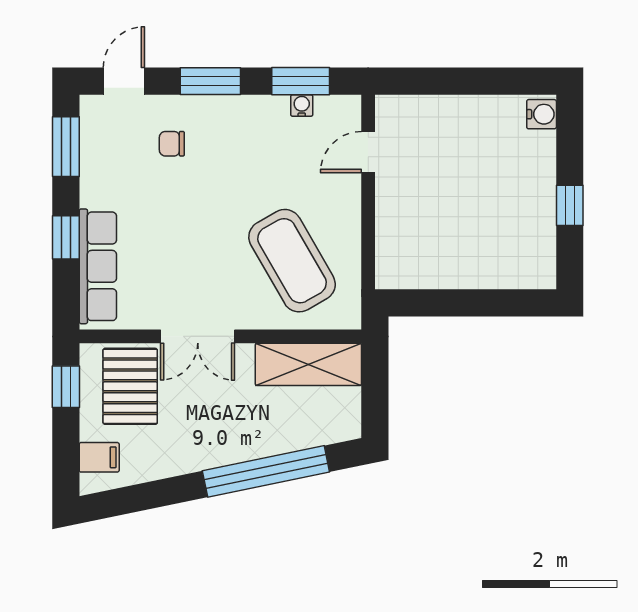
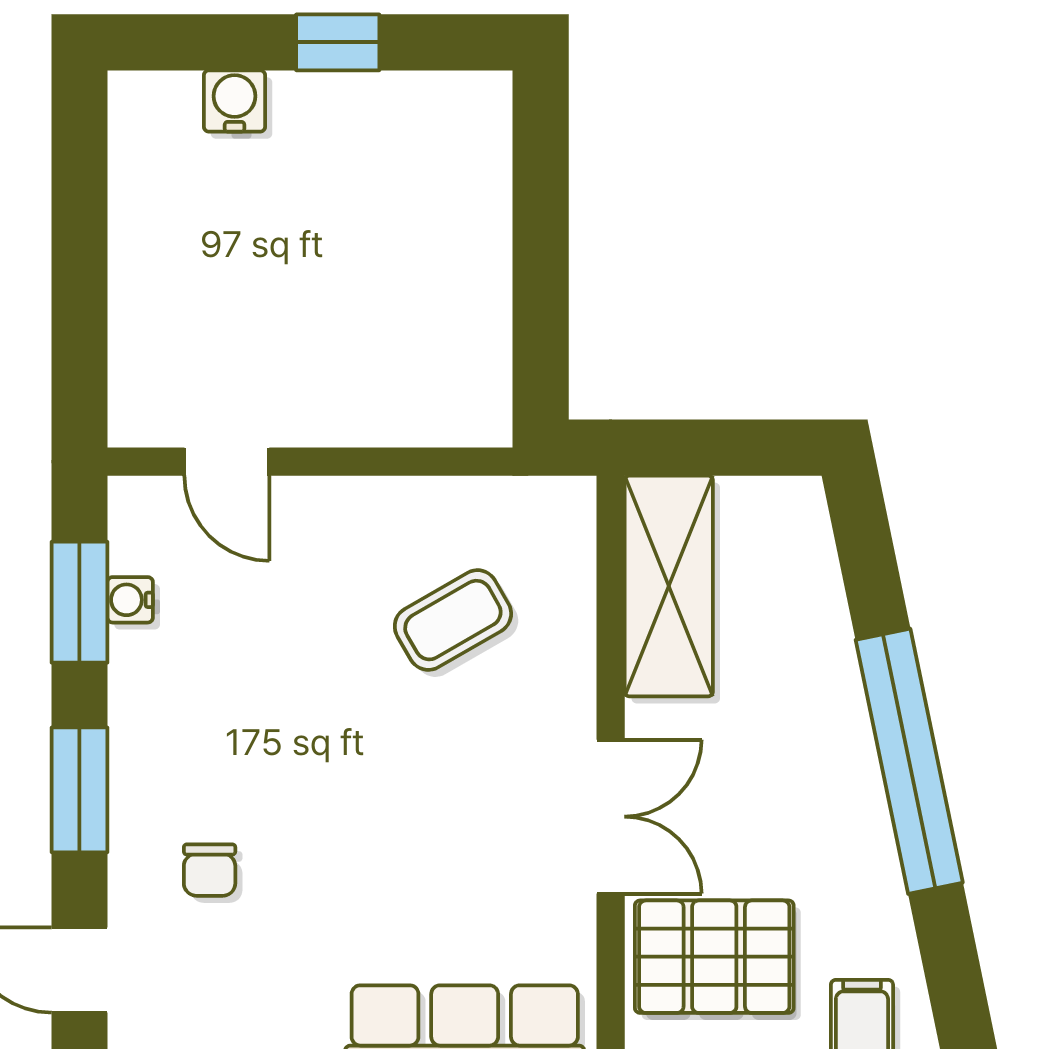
water cooler: (542, 114) -> (235, 101), moved
coffee table: (292, 261) -> (453, 620), width x0.54, depth x0.58
window: (266, 471) -> (909, 761), moved

